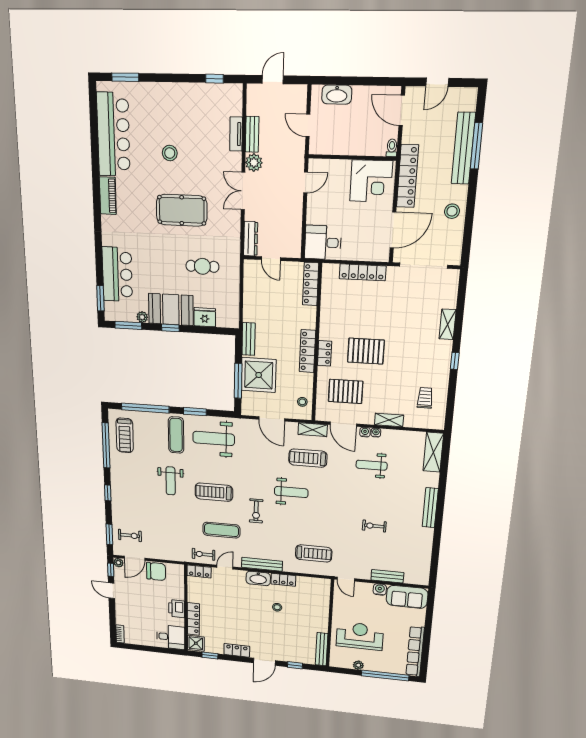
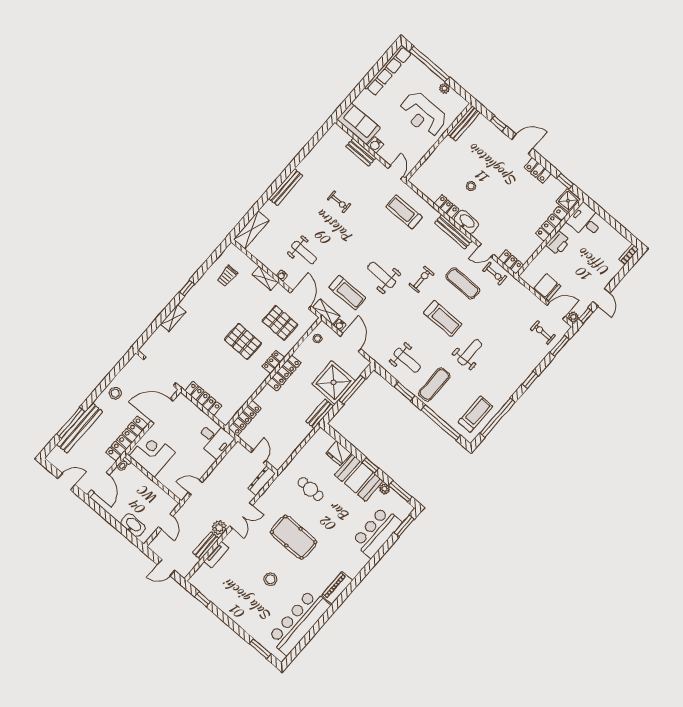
water cooler: (365, 432) -> (340, 325), moved
weight bench: (214, 438) -> (407, 360), width x0.73, depth x0.75

